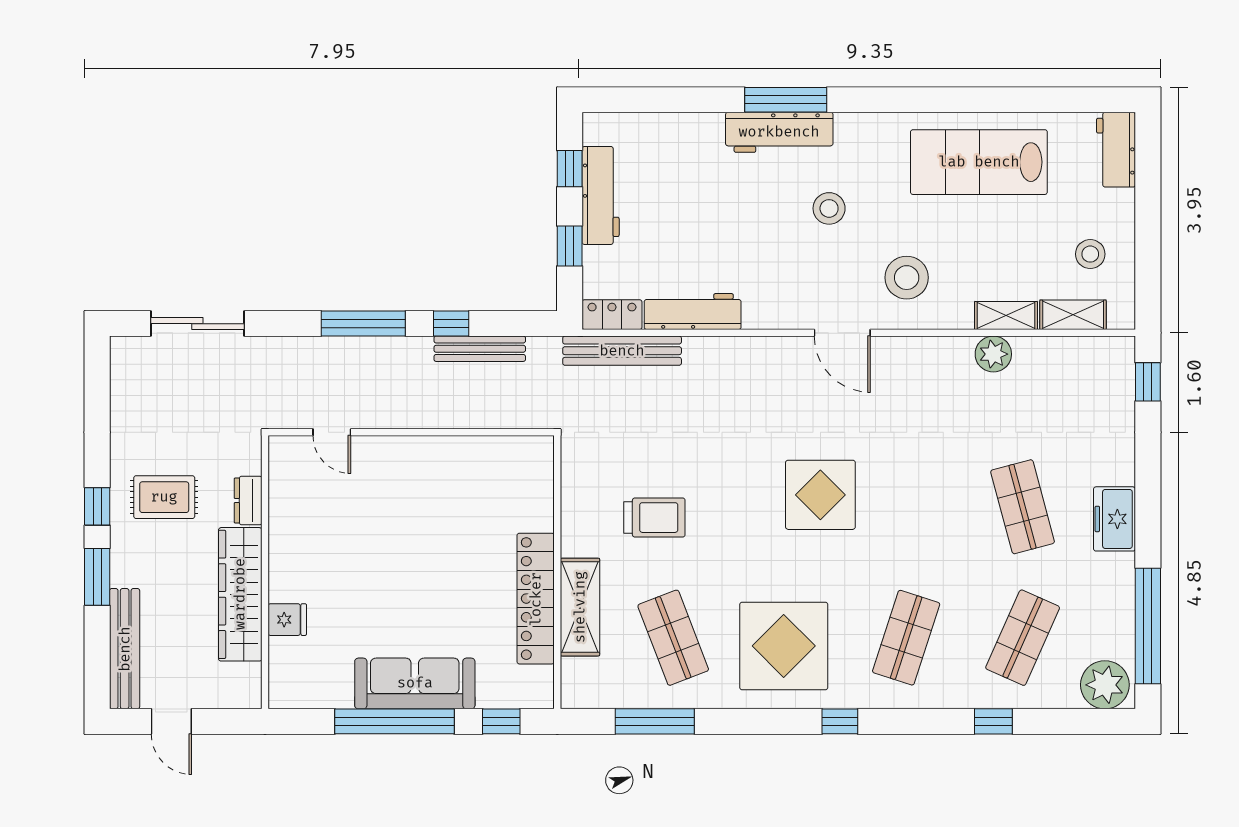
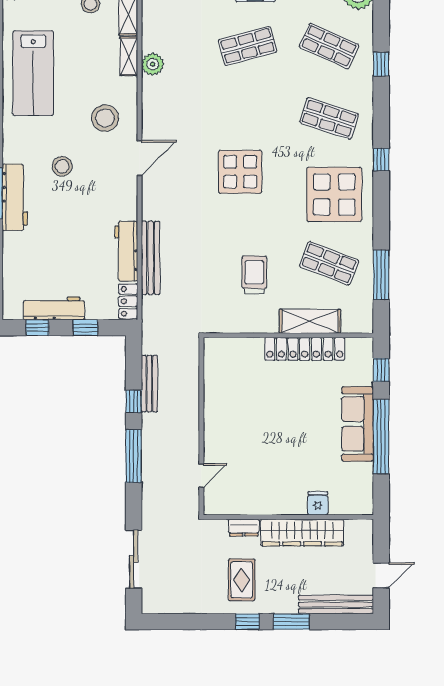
bench: (622, 351) -> (151, 258), moved
shop shelf: (673, 638) -> (329, 263), turned 42

